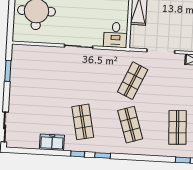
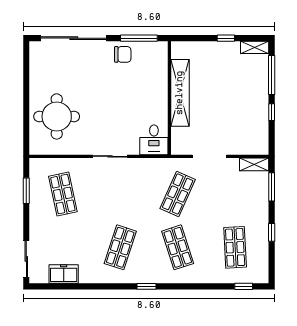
shop shelf: (38, 75) -> (63, 194), added
shop shelf: (83, 122) -> (120, 247), turned 30
freezer: (52, 142) -> (64, 274), moved
window: (78, 154) -> (116, 286), removed

